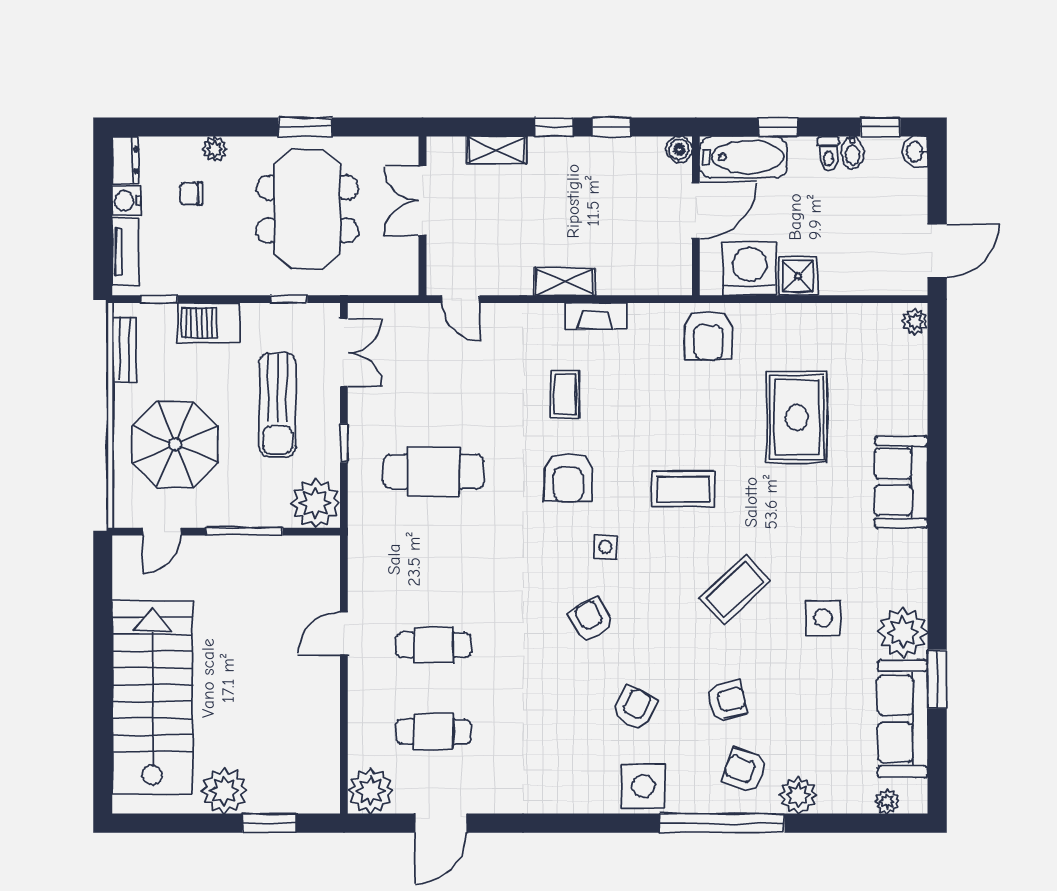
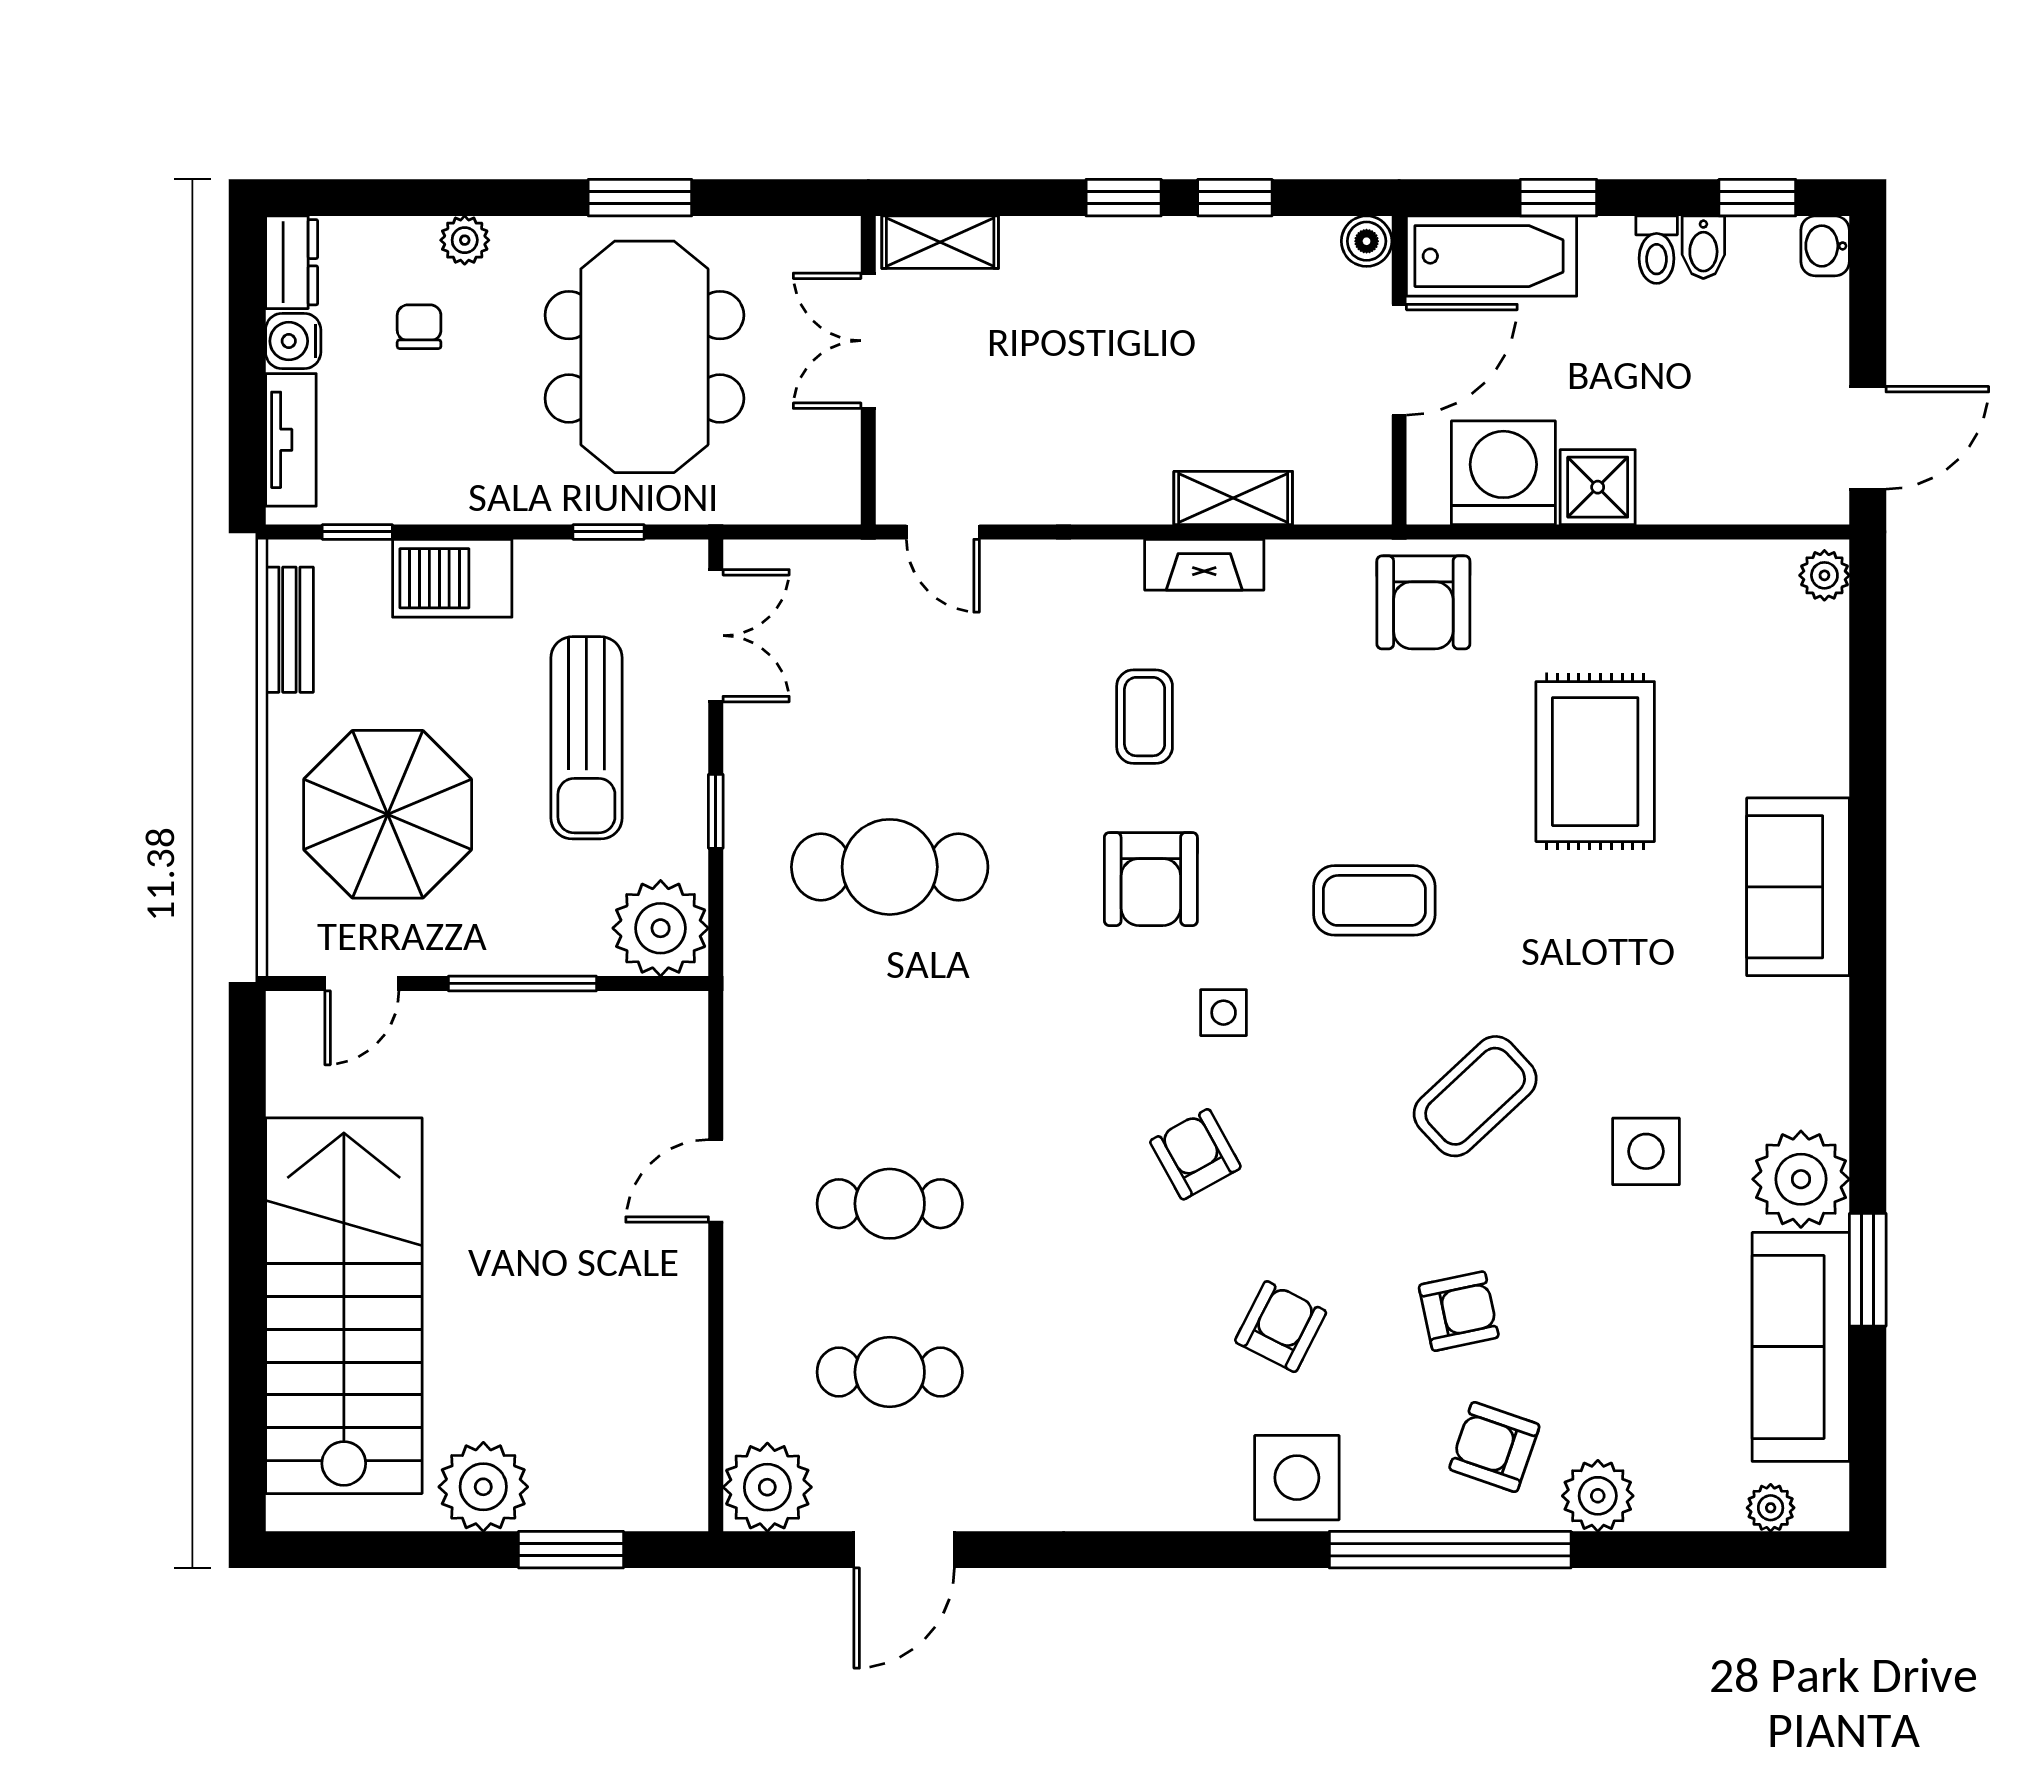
shelving: (497, 150) -> (940, 242), moved
chair: (191, 193) -> (419, 327), turned 90
shelving: (565, 282) -> (1233, 498), moved

